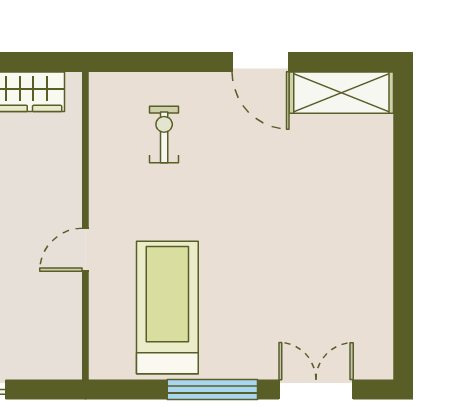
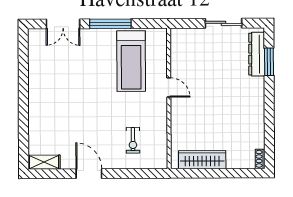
shelving: (341, 93) -> (44, 162), width x0.67, depth x0.75
door: (85, 250) -> (169, 87), hinge flipped

